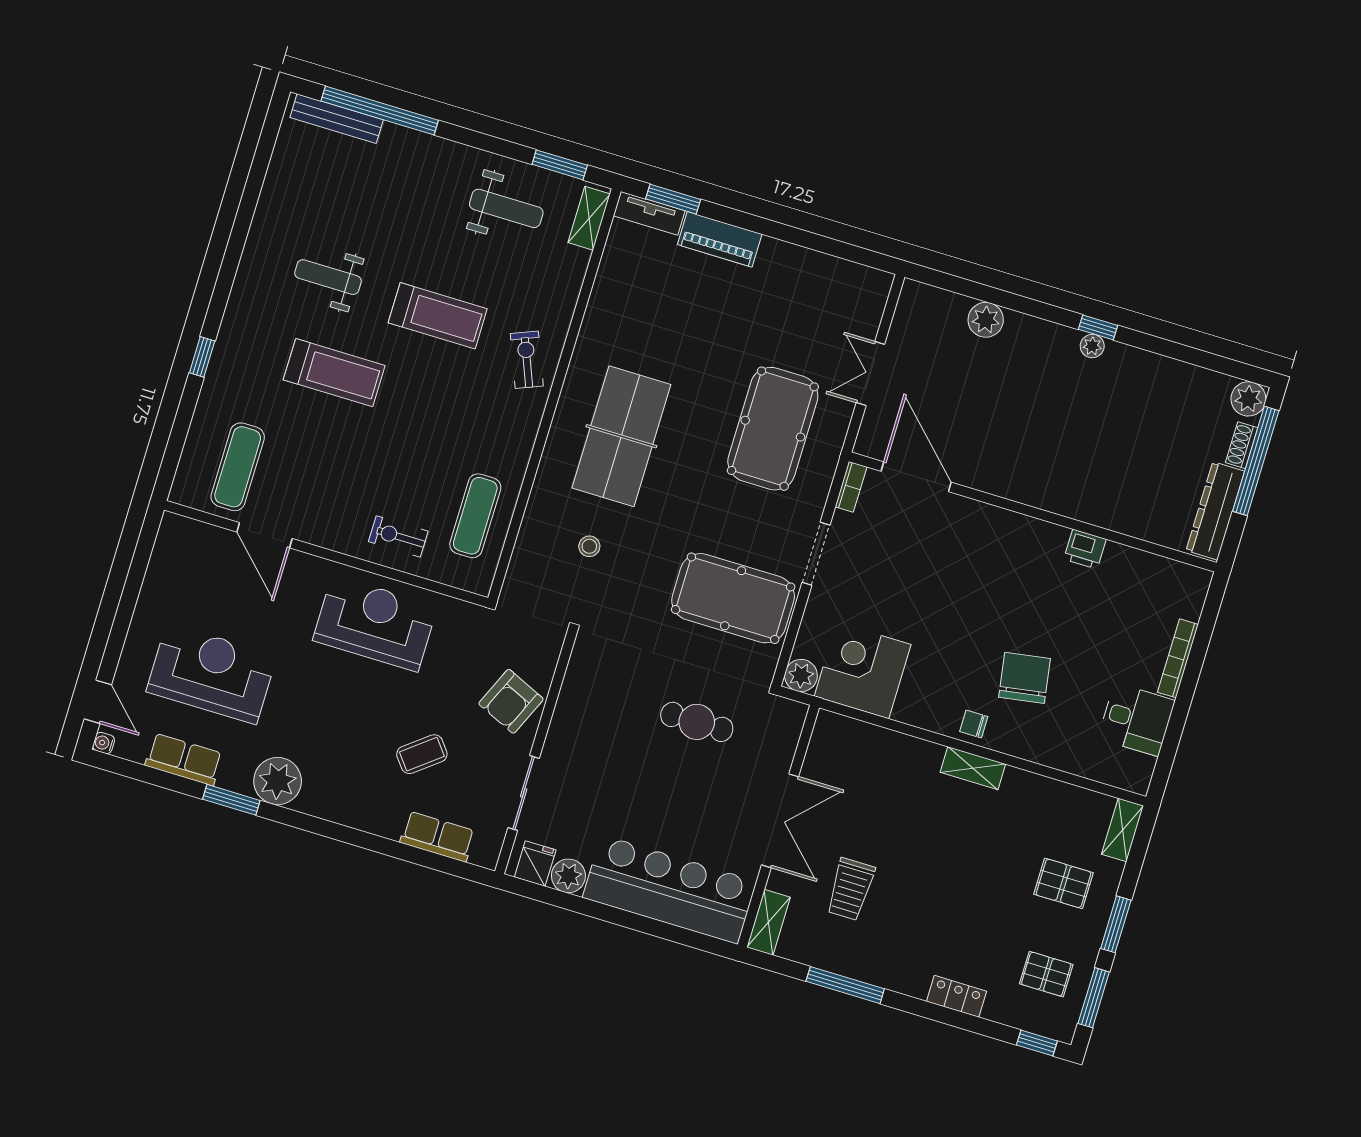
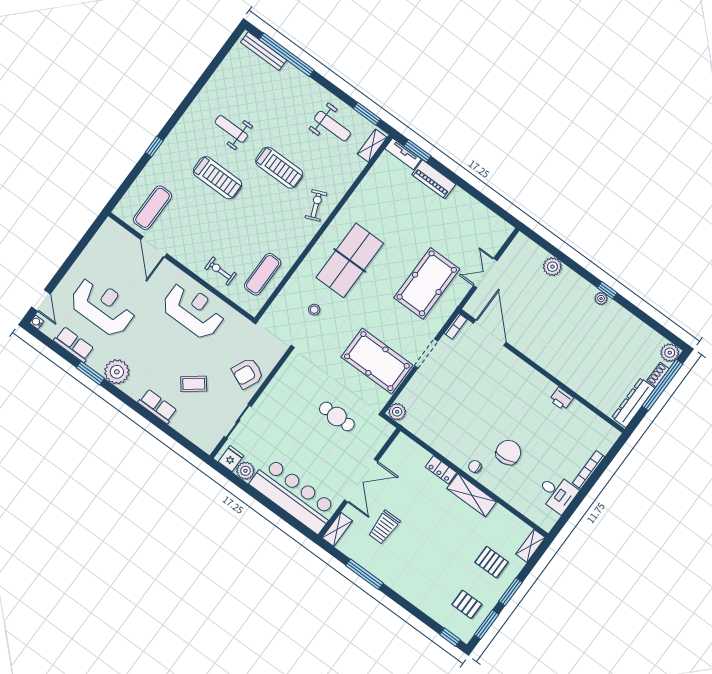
corner desk: (863, 670) -> (429, 420), removed
shelving: (973, 768) -> (472, 495), width x1.50, depth x1.33
row of seats: (437, 837) -> (157, 406), moved
locker: (956, 996) -> (441, 470), moved, turned 180

